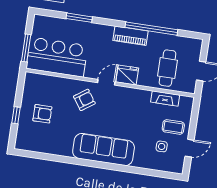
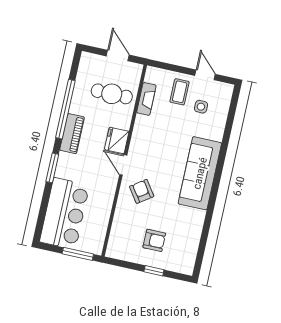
window: (79, 18) -> (52, 168), moved
bar counter: (57, 57) -> (64, 214), moved, turned 180
armchair: (42, 114) -> (154, 240), turned 90

